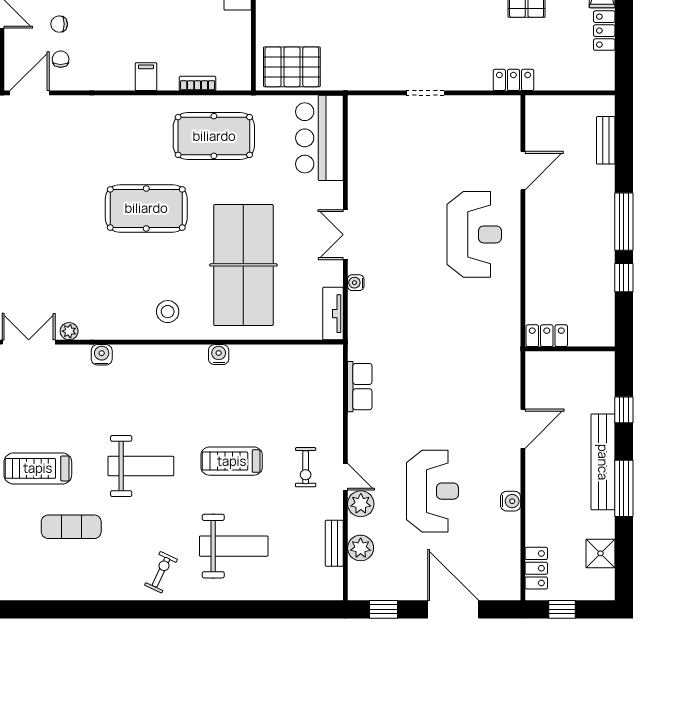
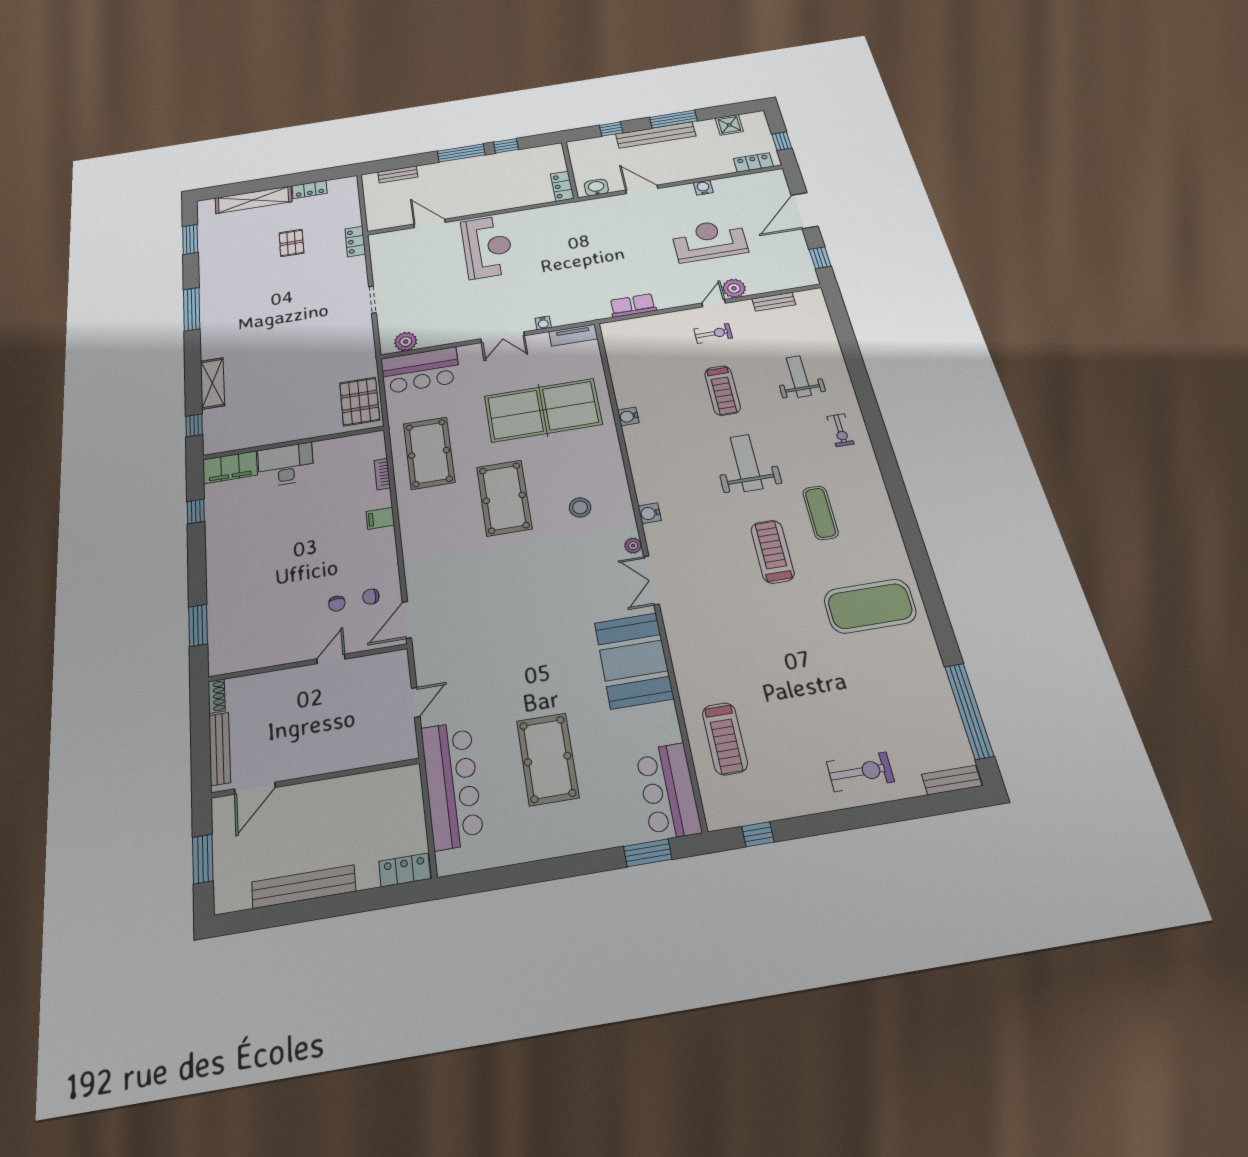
door: (29, 93) -> (407, 620), hinge flipped
reception desk: (474, 234) -> (487, 247), turned 90
stool: (168, 312) -> (580, 507), moved
washbasin: (537, 376) -> (596, 187), added
treadmill: (38, 468) -> (772, 552), turned 180
weight bench: (234, 546) -> (799, 376), width x0.73, depth x0.75
plant: (361, 548) -> (406, 342), moved
exercise bike: (161, 572) -> (840, 430), turned -115

